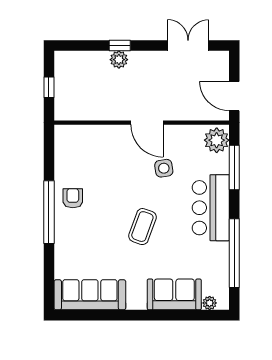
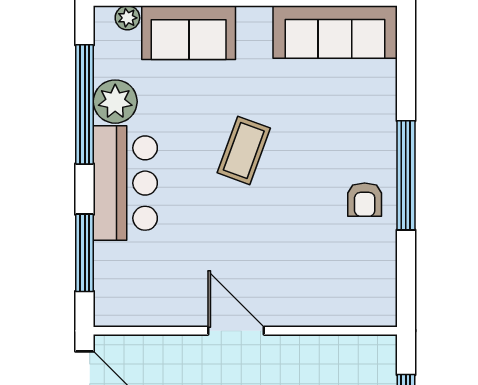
plant: (217, 140) -> (115, 102), moved
side table: (164, 168) -> (207, 252), removed

